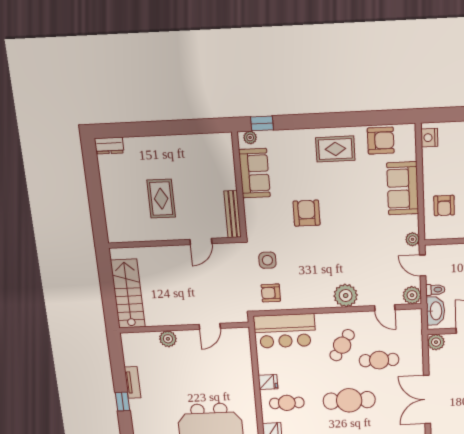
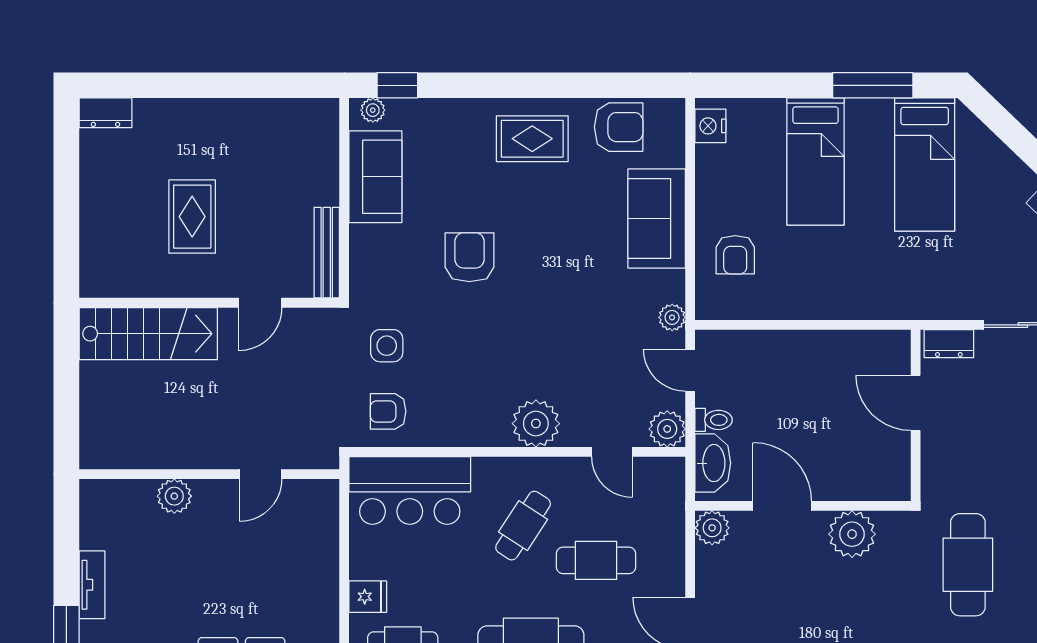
stairs: (128, 294) -> (148, 334), moved, turned 90

